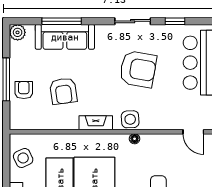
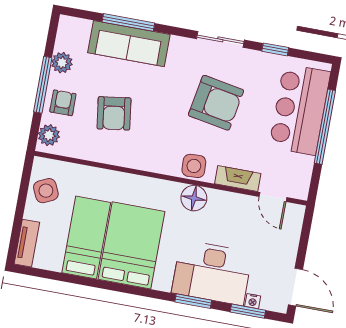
plant: (18, 32) -> (62, 63), moved
plant: (18, 116) -> (49, 135), added
fireplace: (96, 123) -> (238, 179), moved
floor lamp: (135, 139) -> (194, 198), width x1.89, depth x1.89

